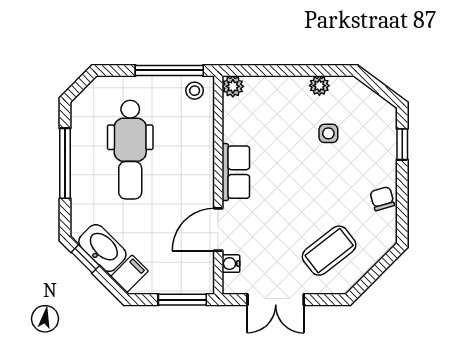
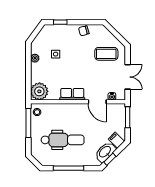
plant: (233, 86) -> (39, 91), width x1.88, depth x1.88
coffee table: (329, 251) -> (106, 54), turned -52

